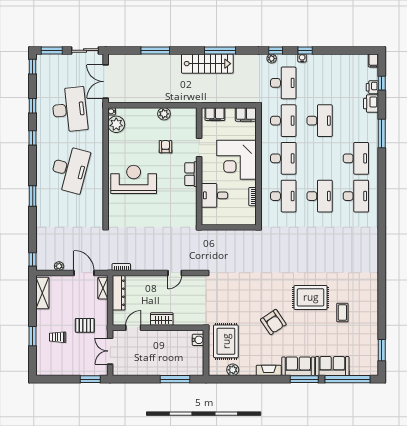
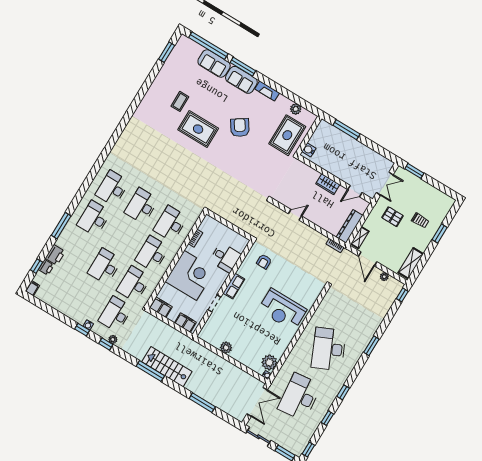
armchair: (165, 147) -> (264, 262), moved
desk: (70, 169) -> (329, 349), turned -39

